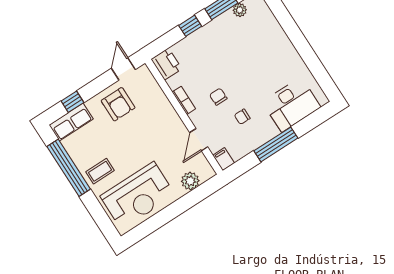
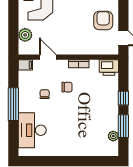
armchair: (118, 104) -> (103, 21), turned 90

